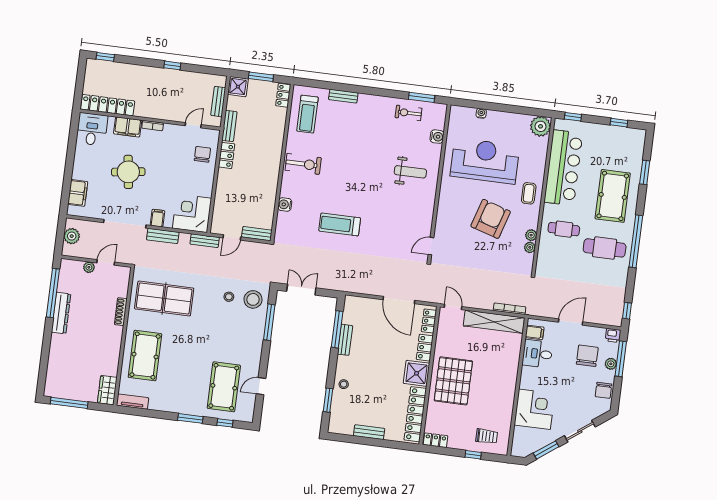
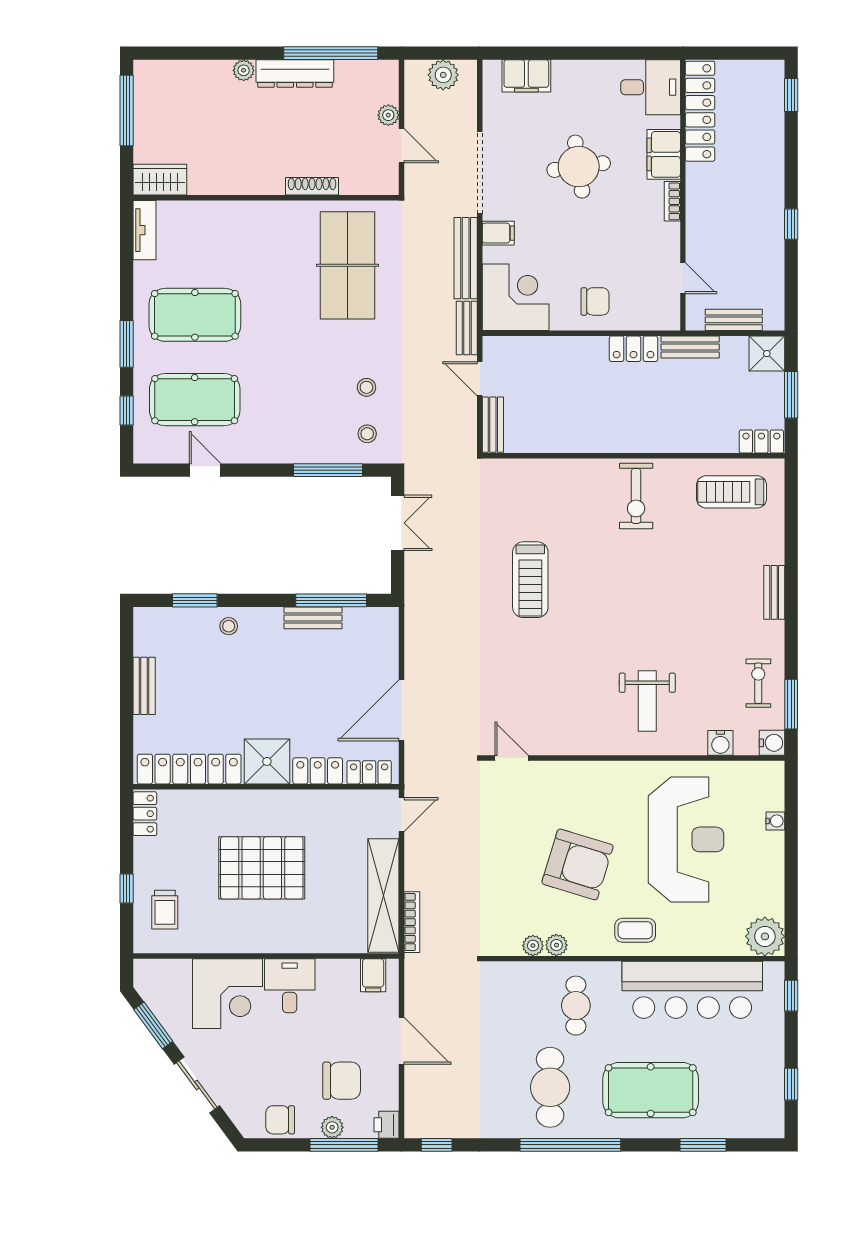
bench: (343, 96) -> (774, 592), moved
chair: (202, 154) -> (595, 301), moved
water cooler: (285, 204) -> (772, 743), moved, turned 90
treadmill: (340, 224) -> (530, 580), turned 180
bench: (163, 236) -> (466, 258), width x1.36
stool: (253, 299) -> (367, 434), width x0.53, depth x0.53
plant: (56, 339) -> (244, 70), added
desk: (537, 354) -> (290, 986), moved
pool table: (145, 356) -> (195, 315), moved
pallet: (453, 381) -> (262, 868), moved

